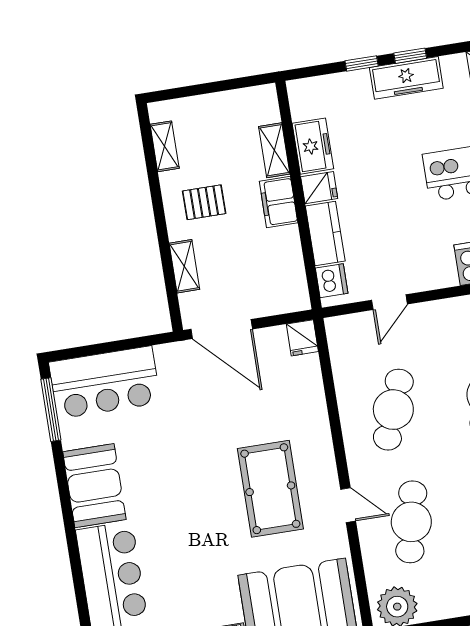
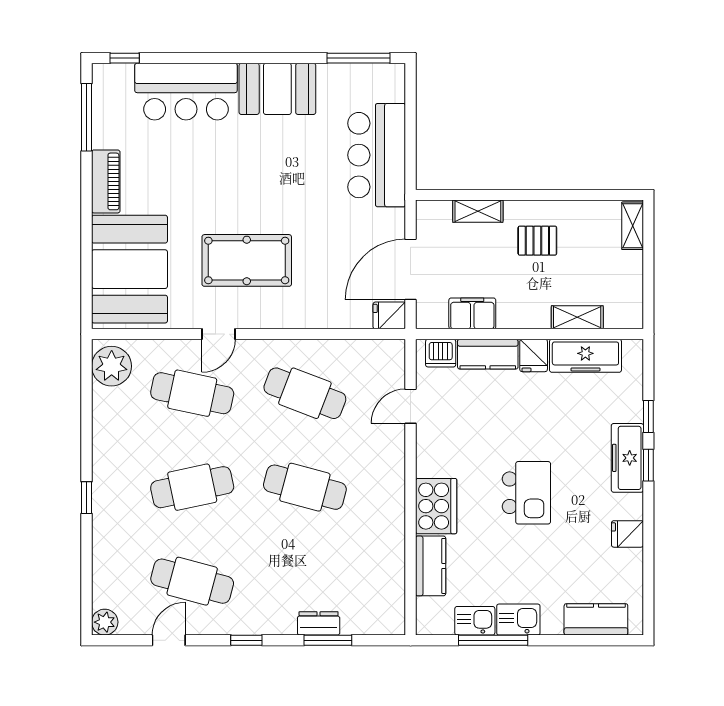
shelving: (165, 146) -> (633, 226), moved, turned 90
freezer: (313, 146) -> (585, 356), width x1.40
pallet: (204, 202) -> (537, 241), turned 90
filing cabinet: (279, 202) -> (472, 313), moved
door: (389, 302) -> (411, 406), hinge flipped
door: (222, 329) -> (411, 269), moved
bar counter: (105, 382) -> (377, 155), moved

